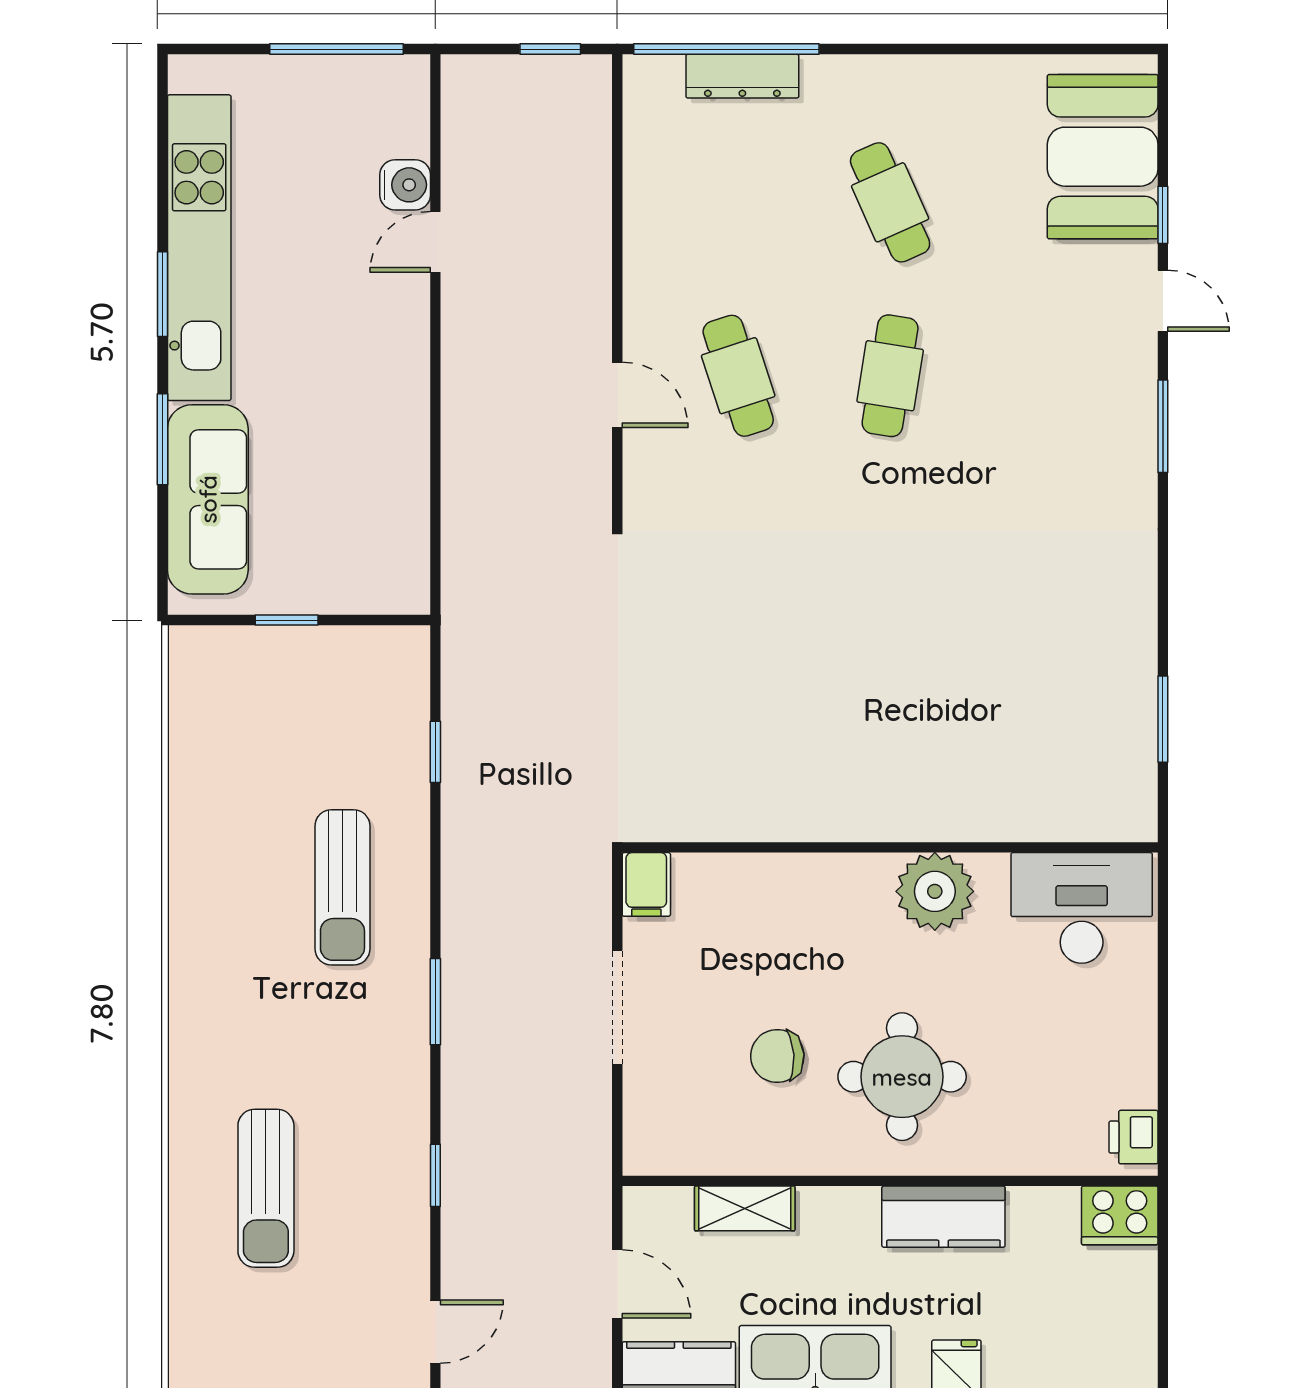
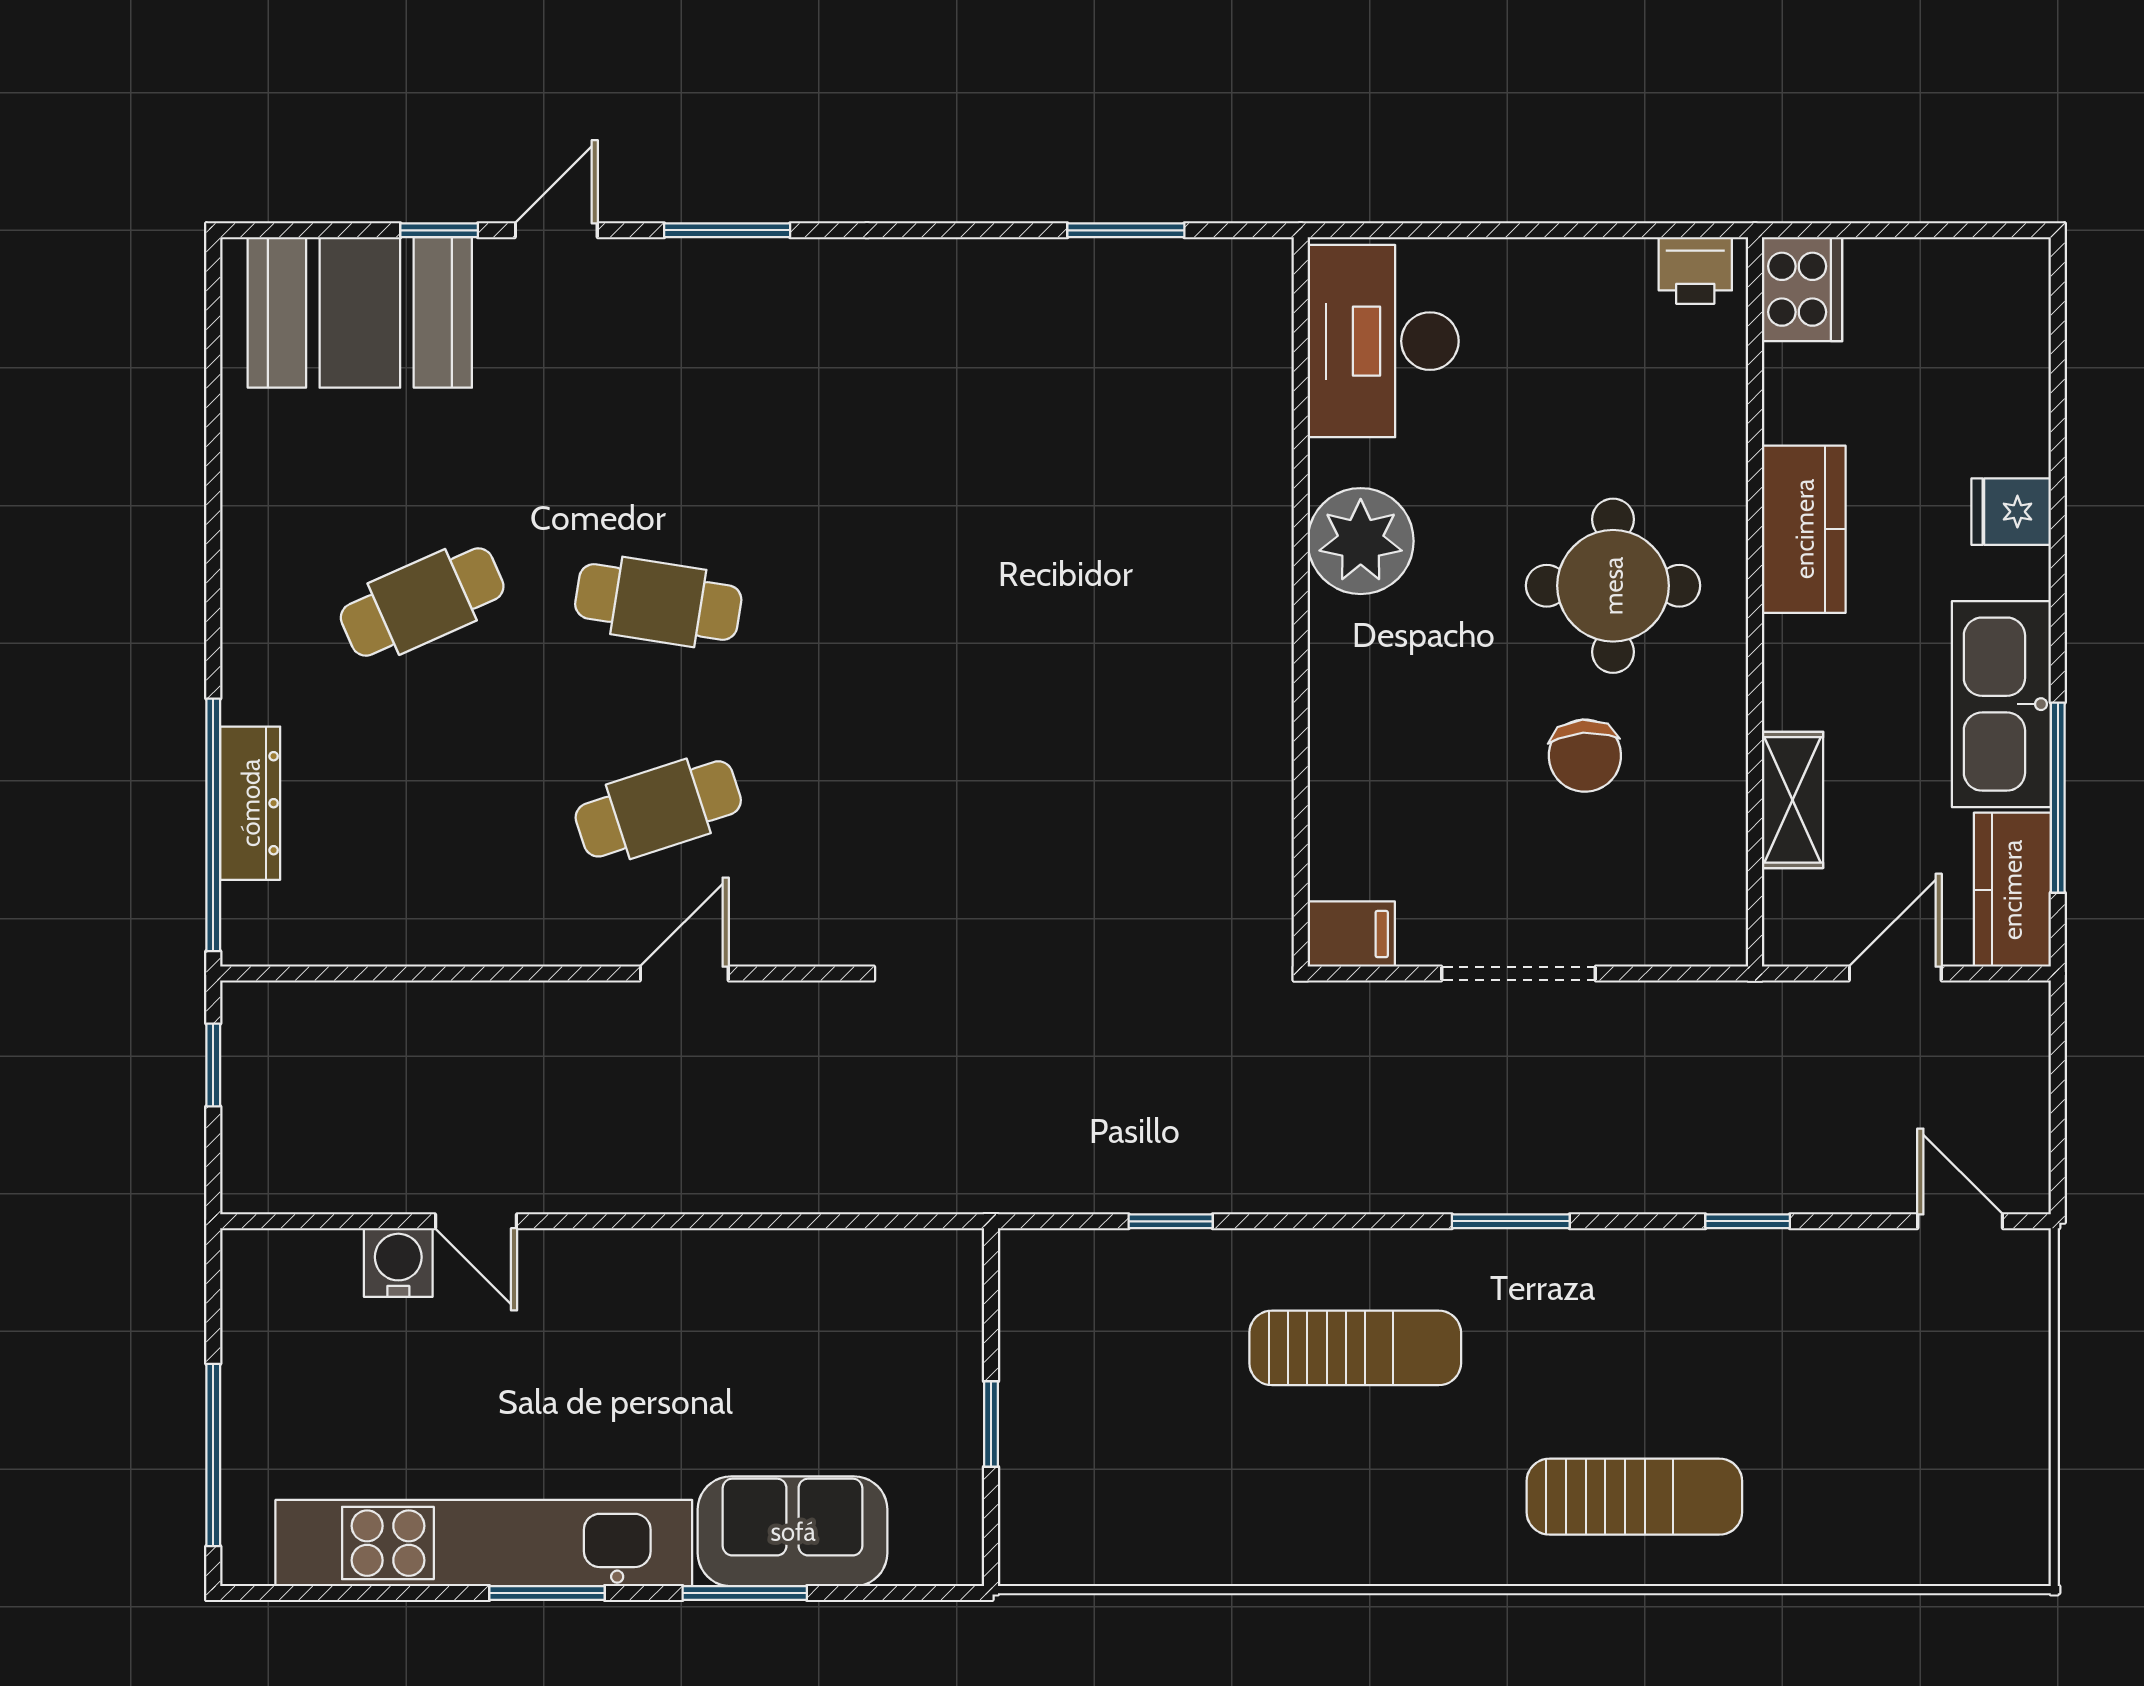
window: (337, 49) -> (213, 1455), moved
sofa: (208, 499) -> (793, 1531), width x0.73
sun lounger: (266, 1188) -> (1634, 1497), moved

